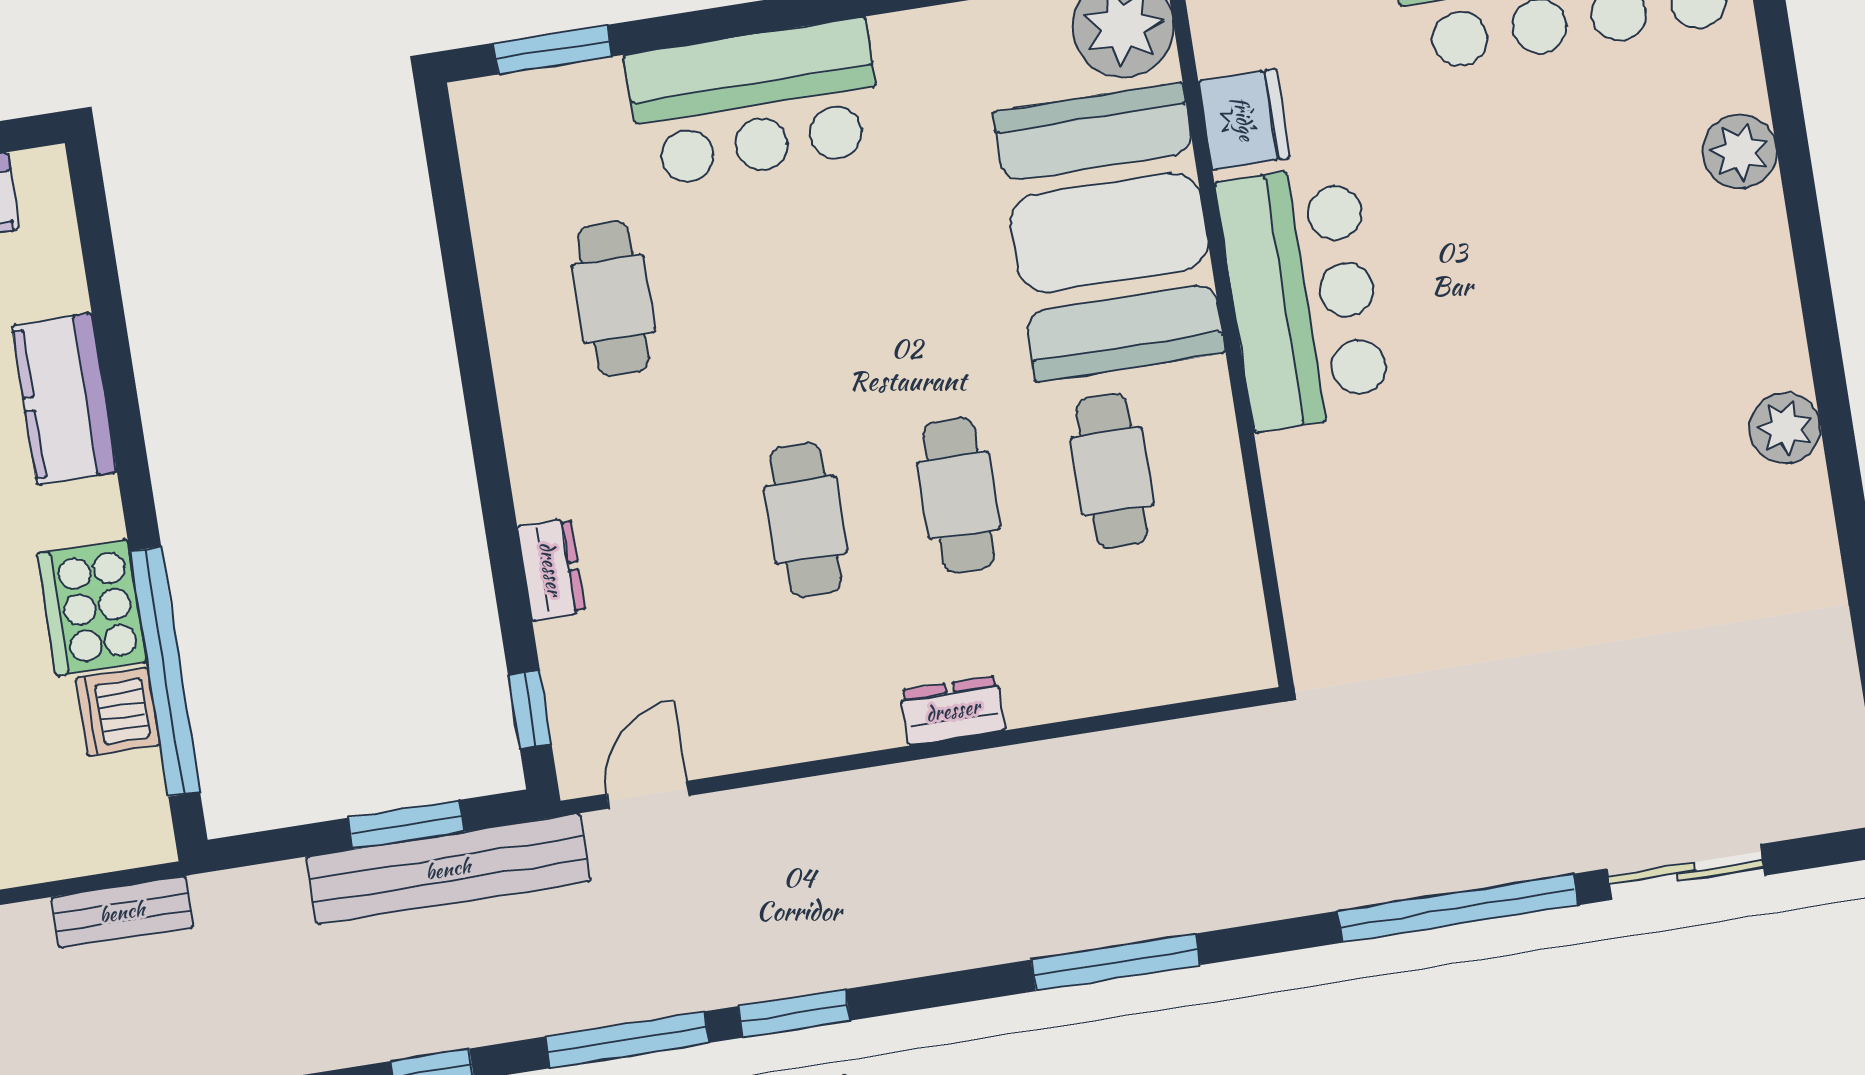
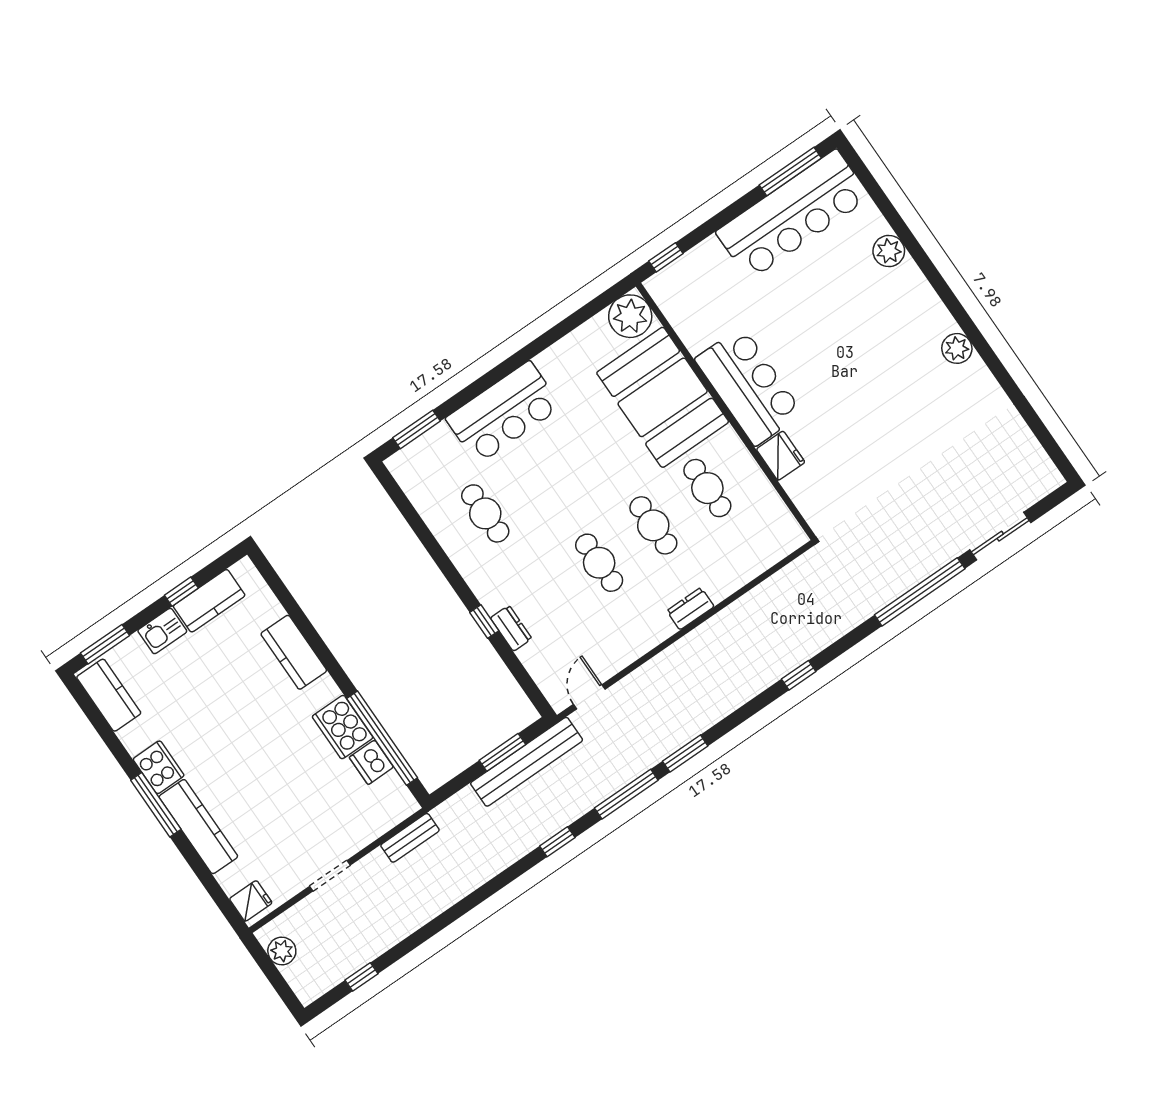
fridge: (1244, 119) -> (781, 456), moved
window: (530, 710) -> (484, 622), moved
window: (1116, 962) -> (799, 675), width x0.46

